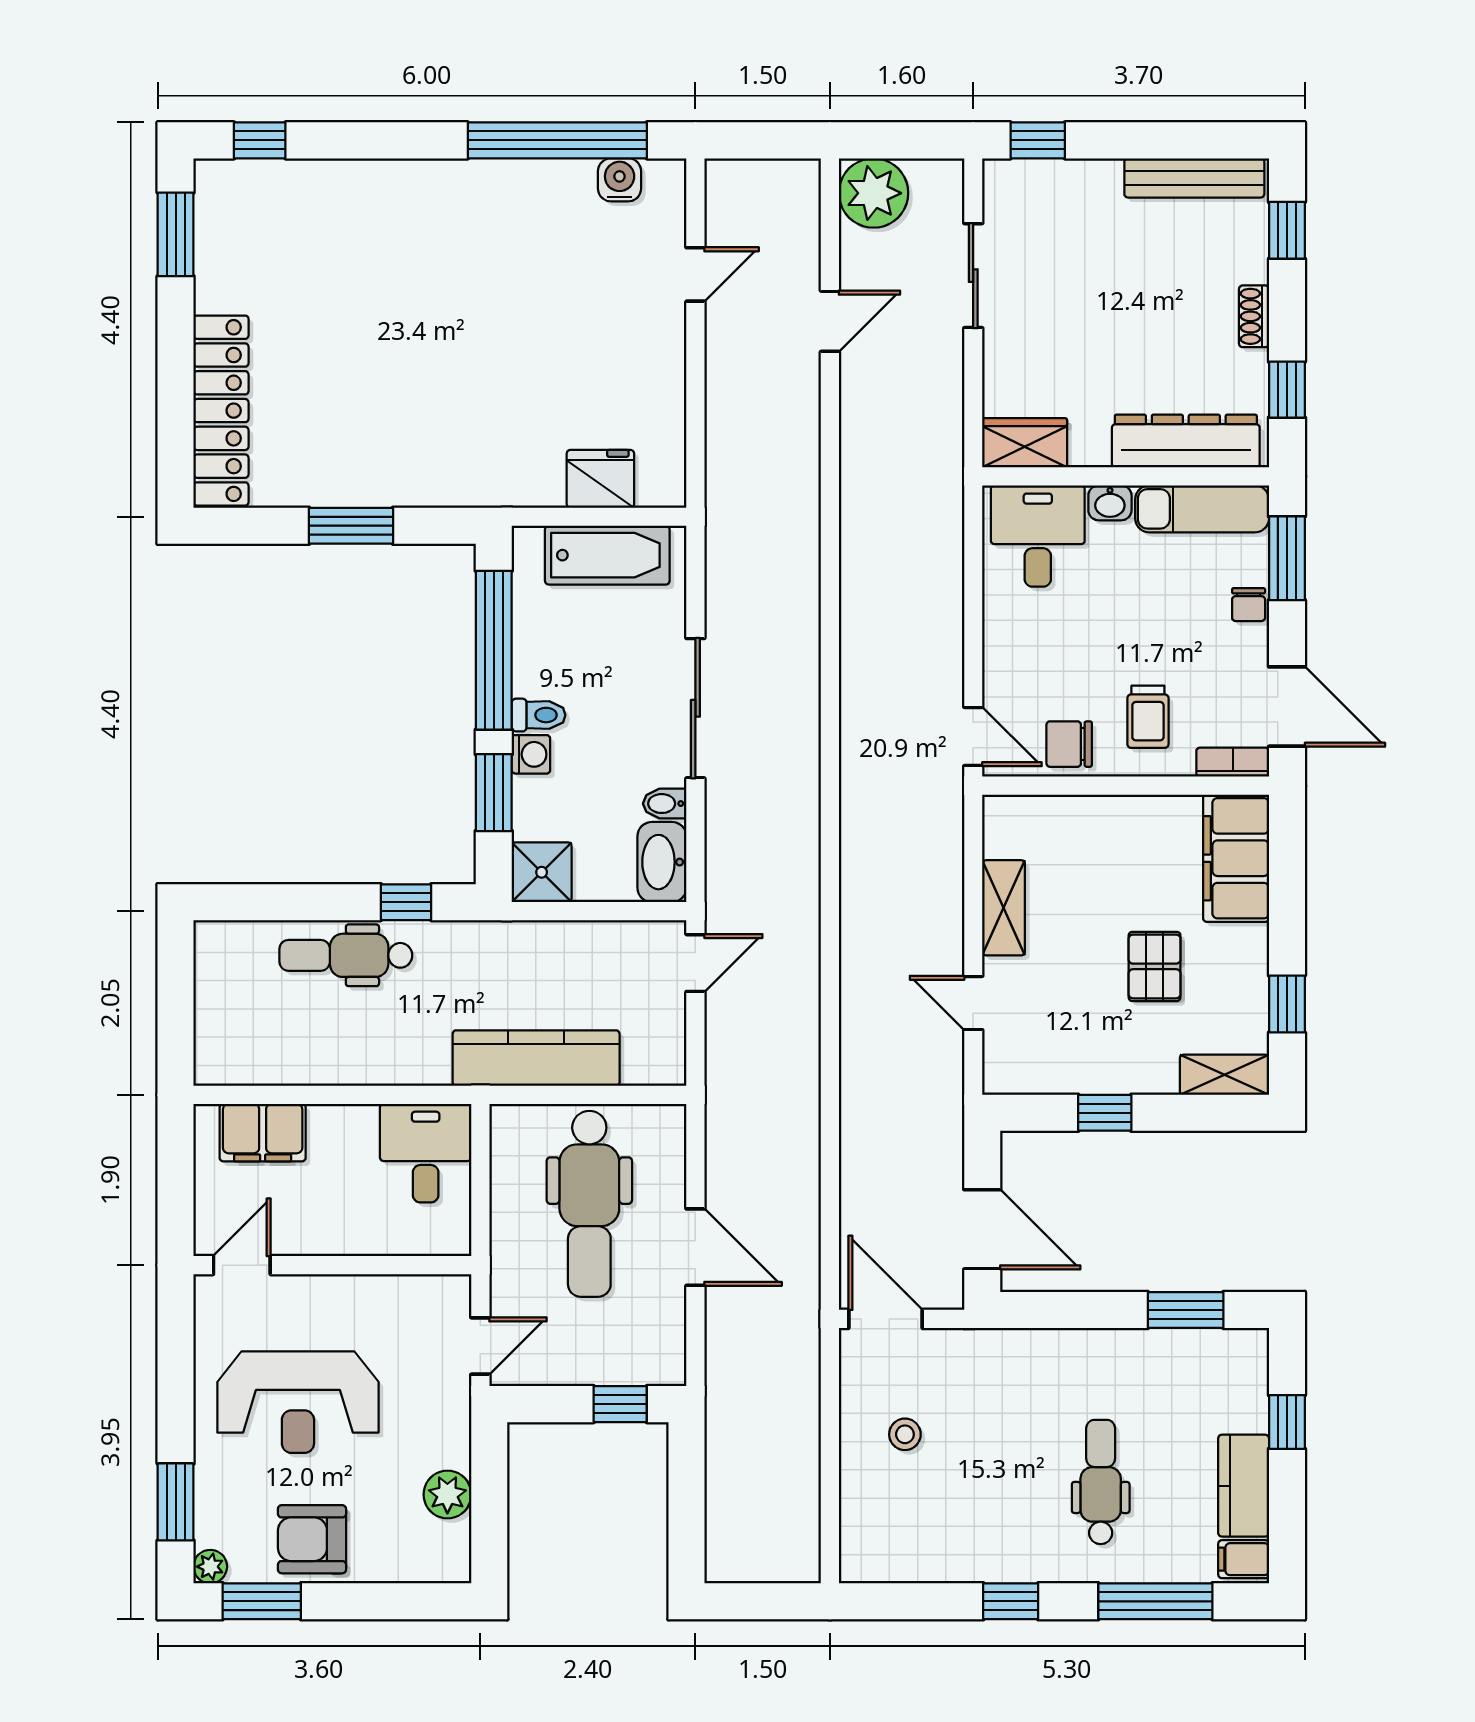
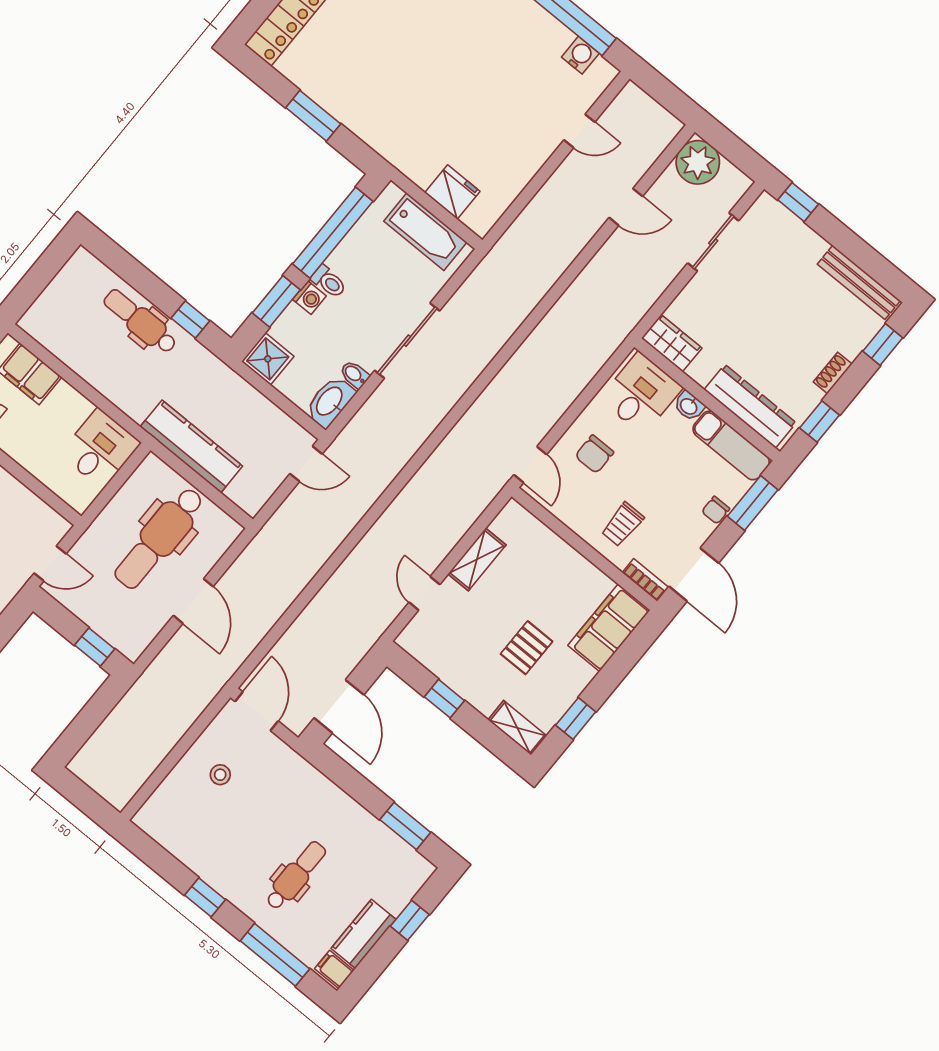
chair: (1069, 744) -> (594, 454), moved, turned -90

